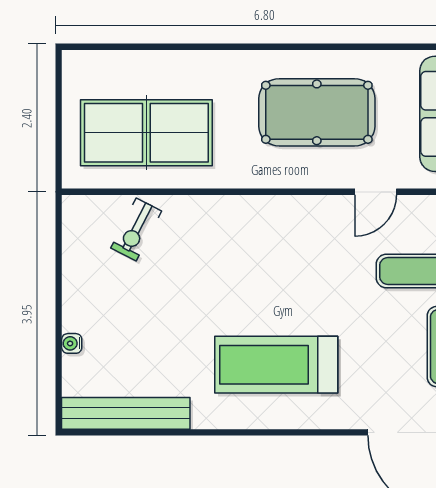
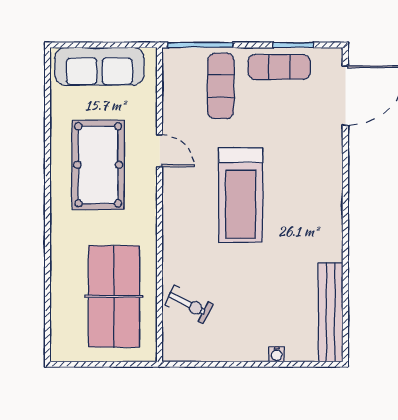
door: (376, 192) -> (160, 151), moved
treadmill: (276, 365) -> (241, 195), moved

